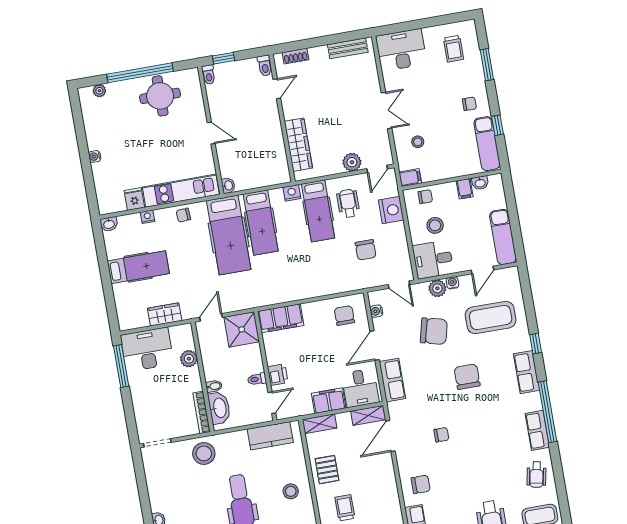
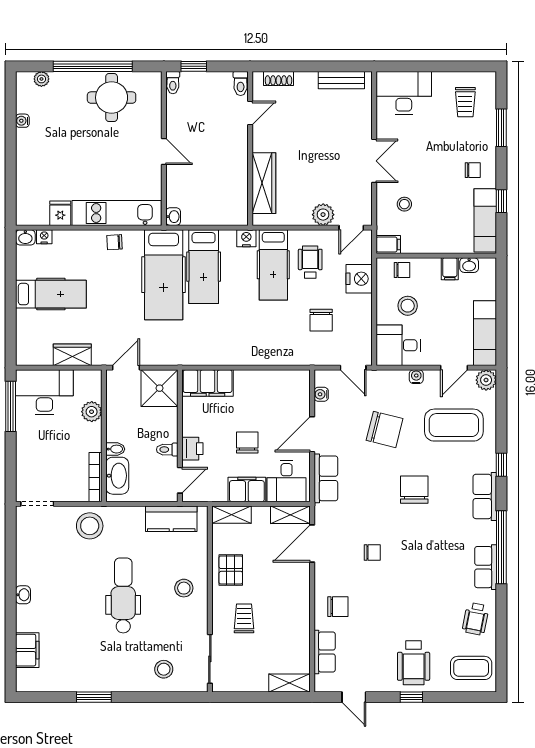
water cooler: (95, 156) -> (22, 121), moved
nightstand: (147, 217) -> (44, 237), moved
plant: (437, 288) -> (486, 380), moved
chair: (344, 316) -> (247, 443), moved

